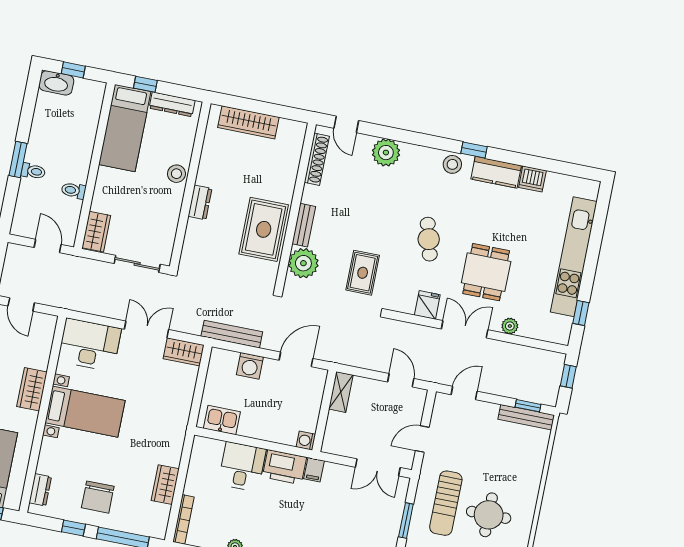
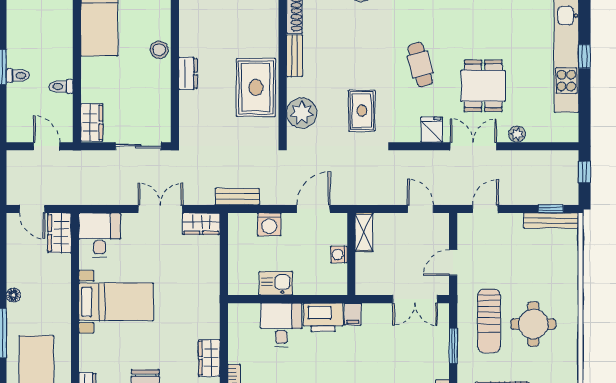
bench: (304, 225) -> (295, 56), moved
window: (581, 313) -> (584, 56), moved
bench: (232, 334) -> (237, 197), width x0.73
desk: (90, 345) -> (100, 235), width x0.73
wardrobe: (32, 389) -> (59, 233), moved
kitchen sink: (222, 420) -> (276, 283), moved
washing machine: (306, 441) -> (339, 254), moved

